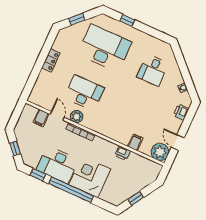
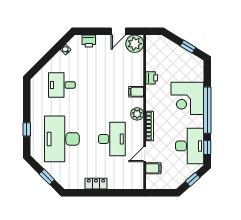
desk: (153, 70) -> (62, 85), turned 180
desk: (84, 93) -> (112, 139), turned 180
plant: (76, 117) -> (137, 114), moved
filing cabinet: (135, 142) -> (136, 92), moved
desk: (57, 165) -> (190, 146), moved

